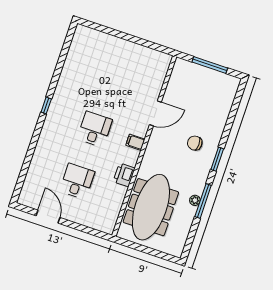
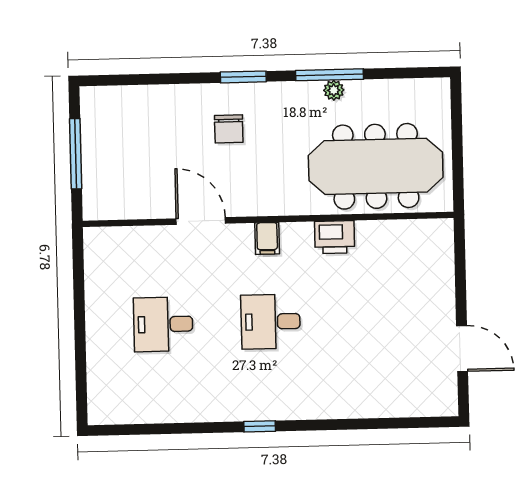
desk: (77, 181) -> (163, 324), moved
door: (48, 217) -> (462, 349), swing flipped

